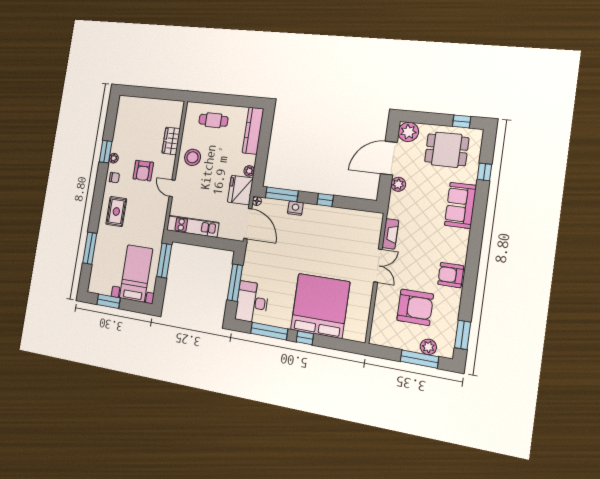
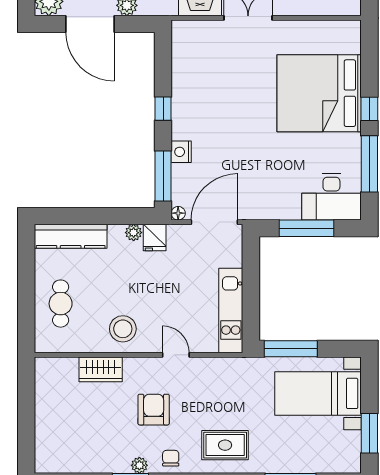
armchair: (143, 171) -> (154, 410), turned -90
door: (172, 188) -> (176, 355), swing flipped
fridge: (240, 190) -> (155, 238), width x0.53, depth x0.75

